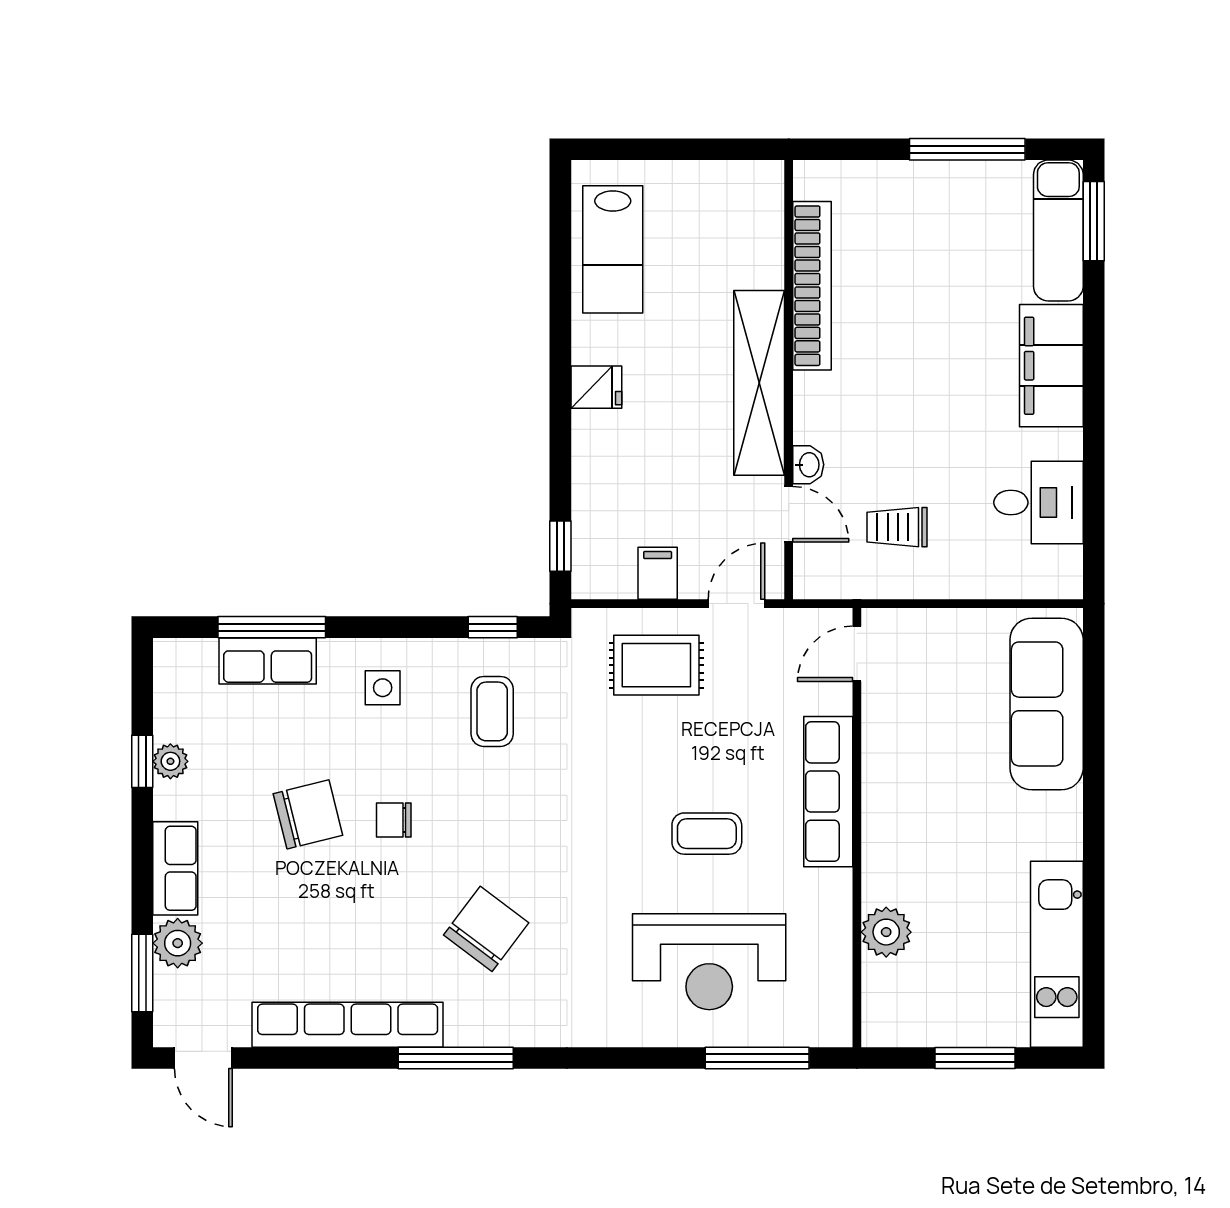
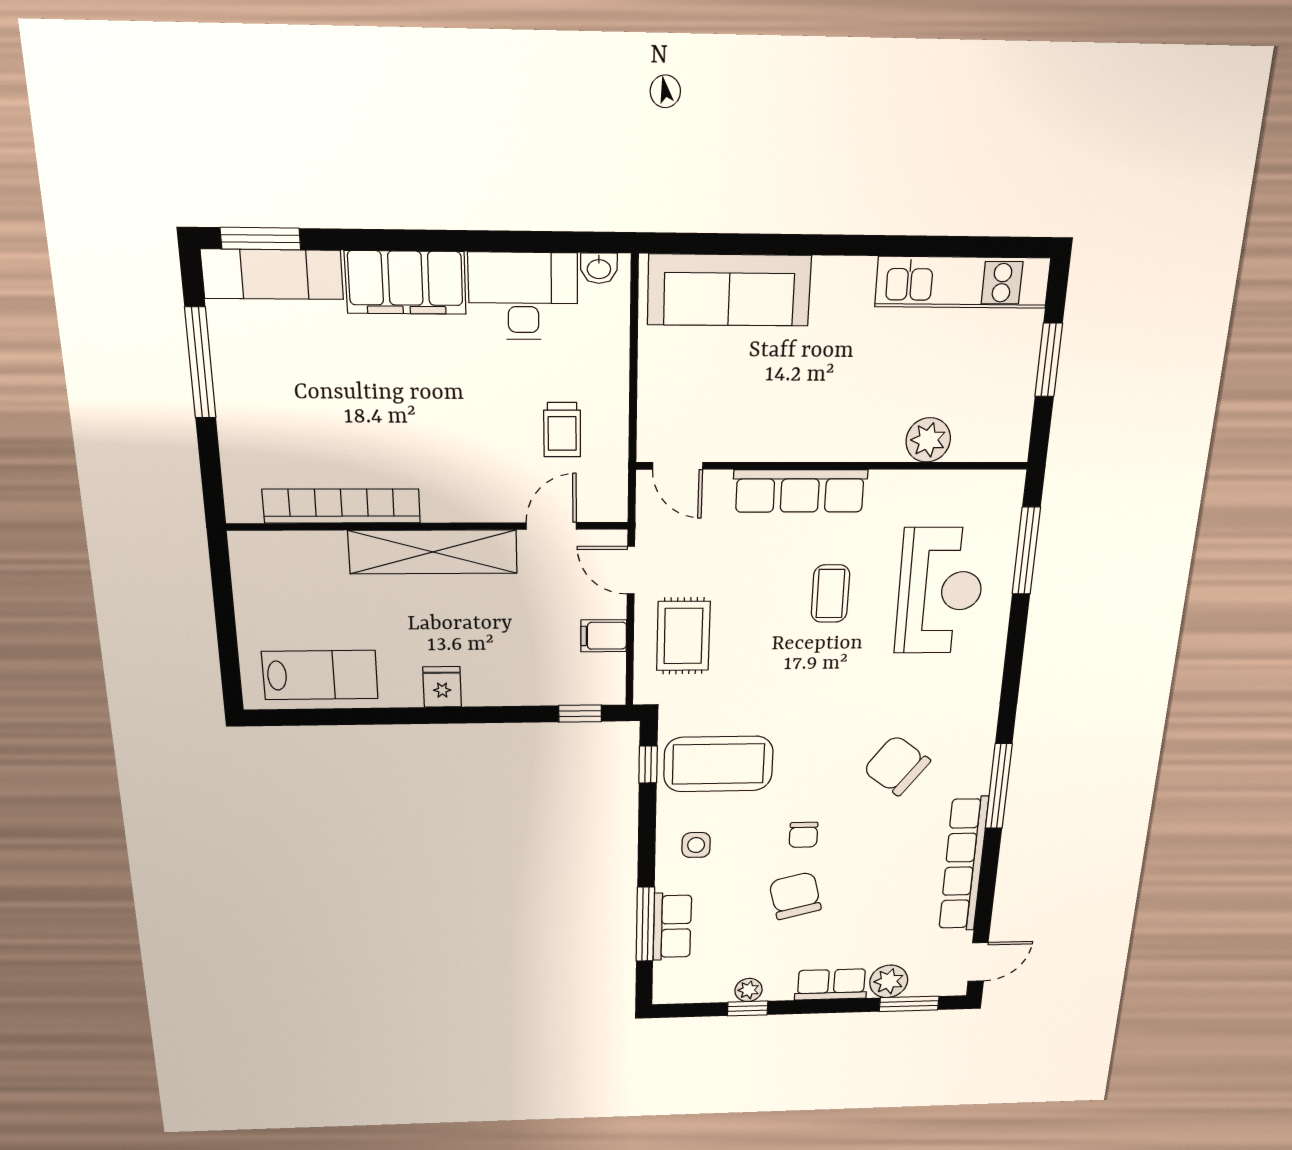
washbasin: (808, 465) -> (599, 268), moved, turned 180
desk: (1038, 502) -> (523, 296), width x1.37
coffee table: (492, 711) -> (718, 764), width x1.86, depth x1.72

